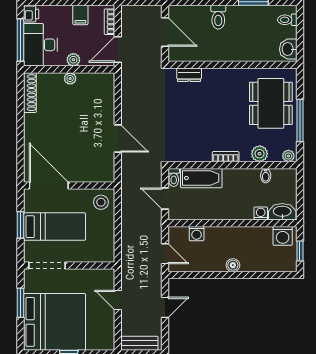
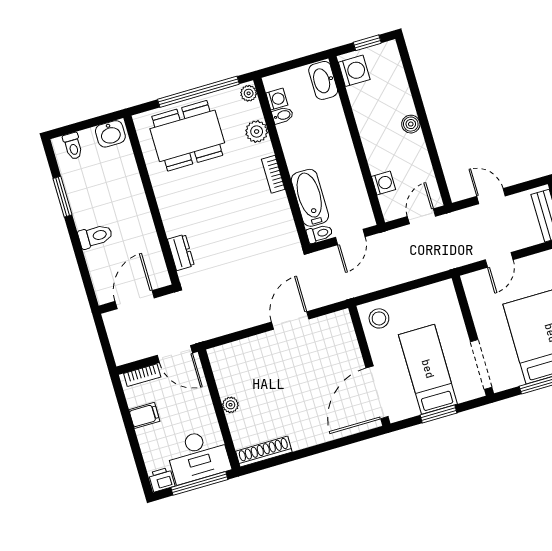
plant: (73, 60) -> (205, 408), removed
window: (300, 121) -> (198, 92), width x1.46
washing machine: (261, 213) -> (277, 99), moved, turned 180

